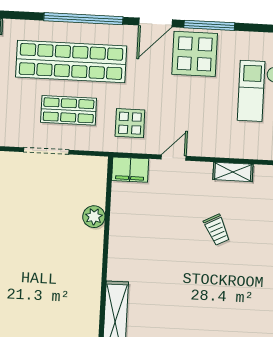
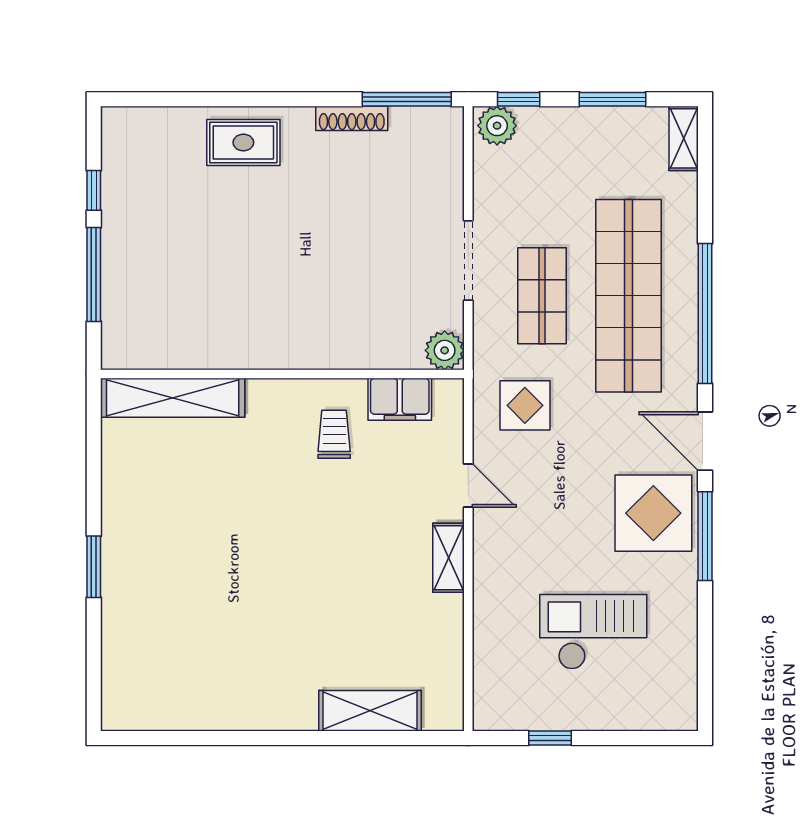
filing cabinet: (130, 170) -> (400, 399), moved, turned -90
shelving: (233, 172) -> (448, 558), moved
plant: (94, 217) -> (445, 350), moved
trolley: (217, 230) -> (334, 434), moved, turned 117

